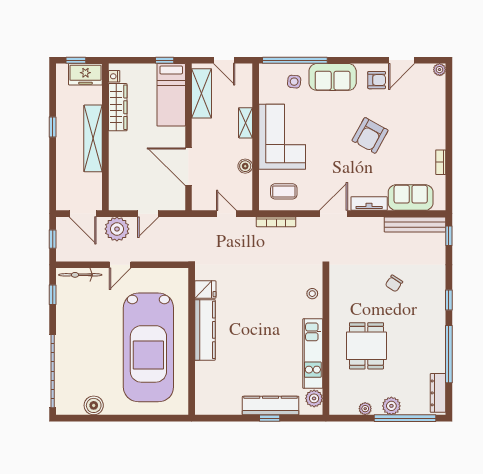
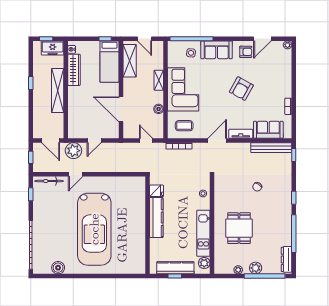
fridge: (205, 290) -> (156, 191), moved
kitchen counter: (205, 330) -> (156, 218), moved
wall: (192, 341) -> (147, 225), moved

